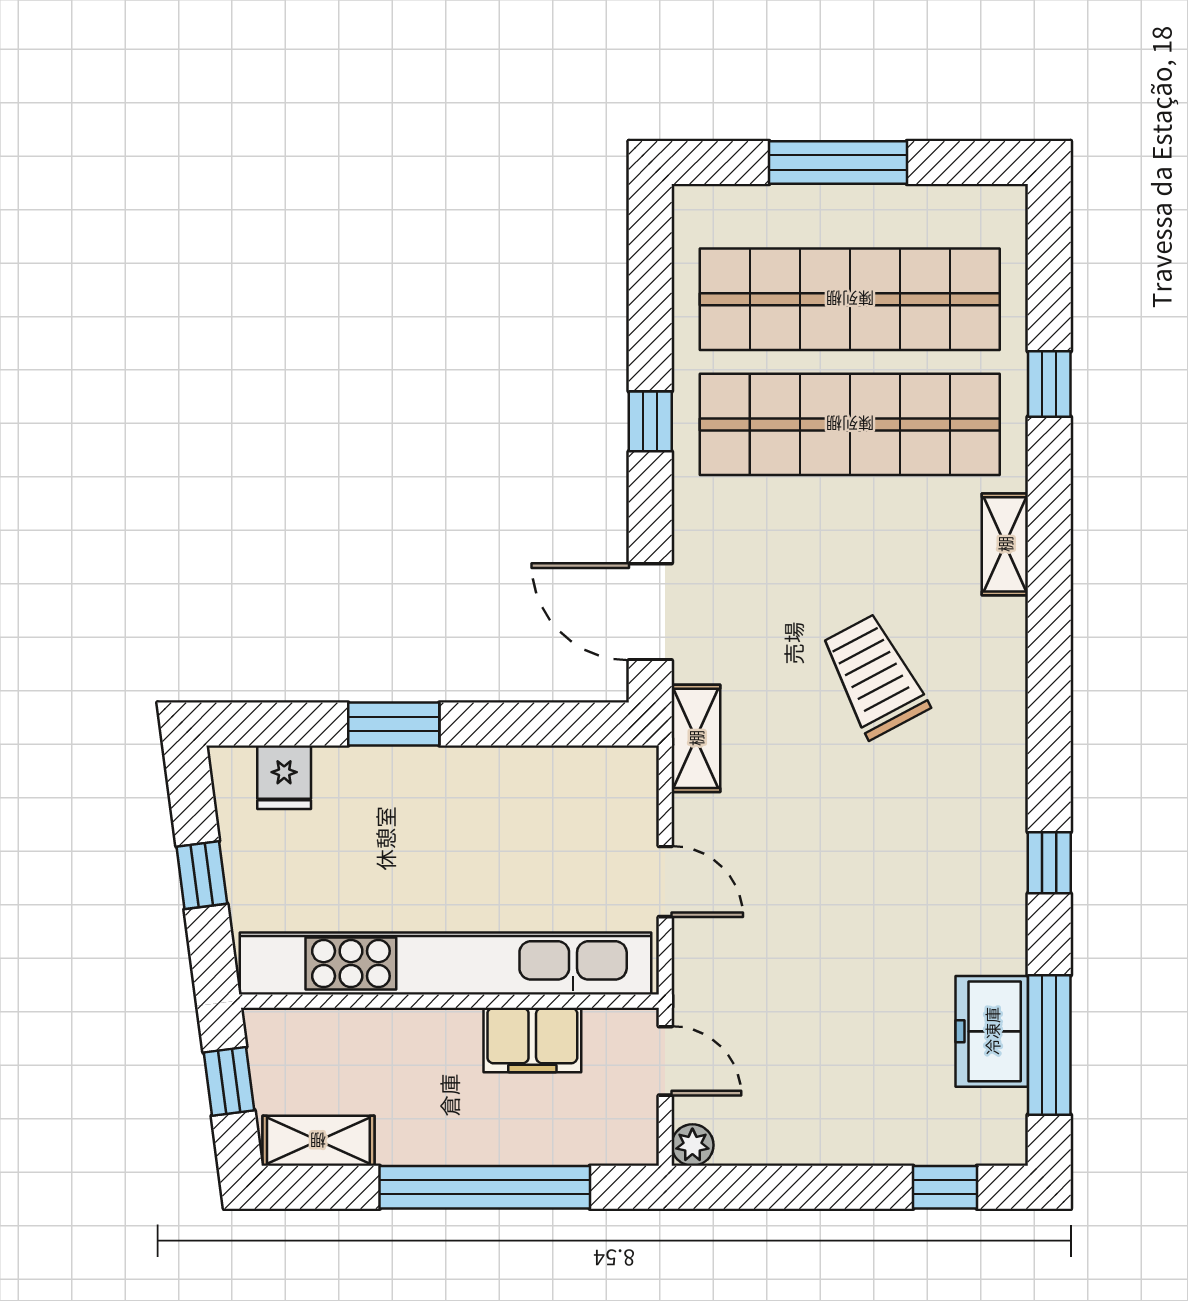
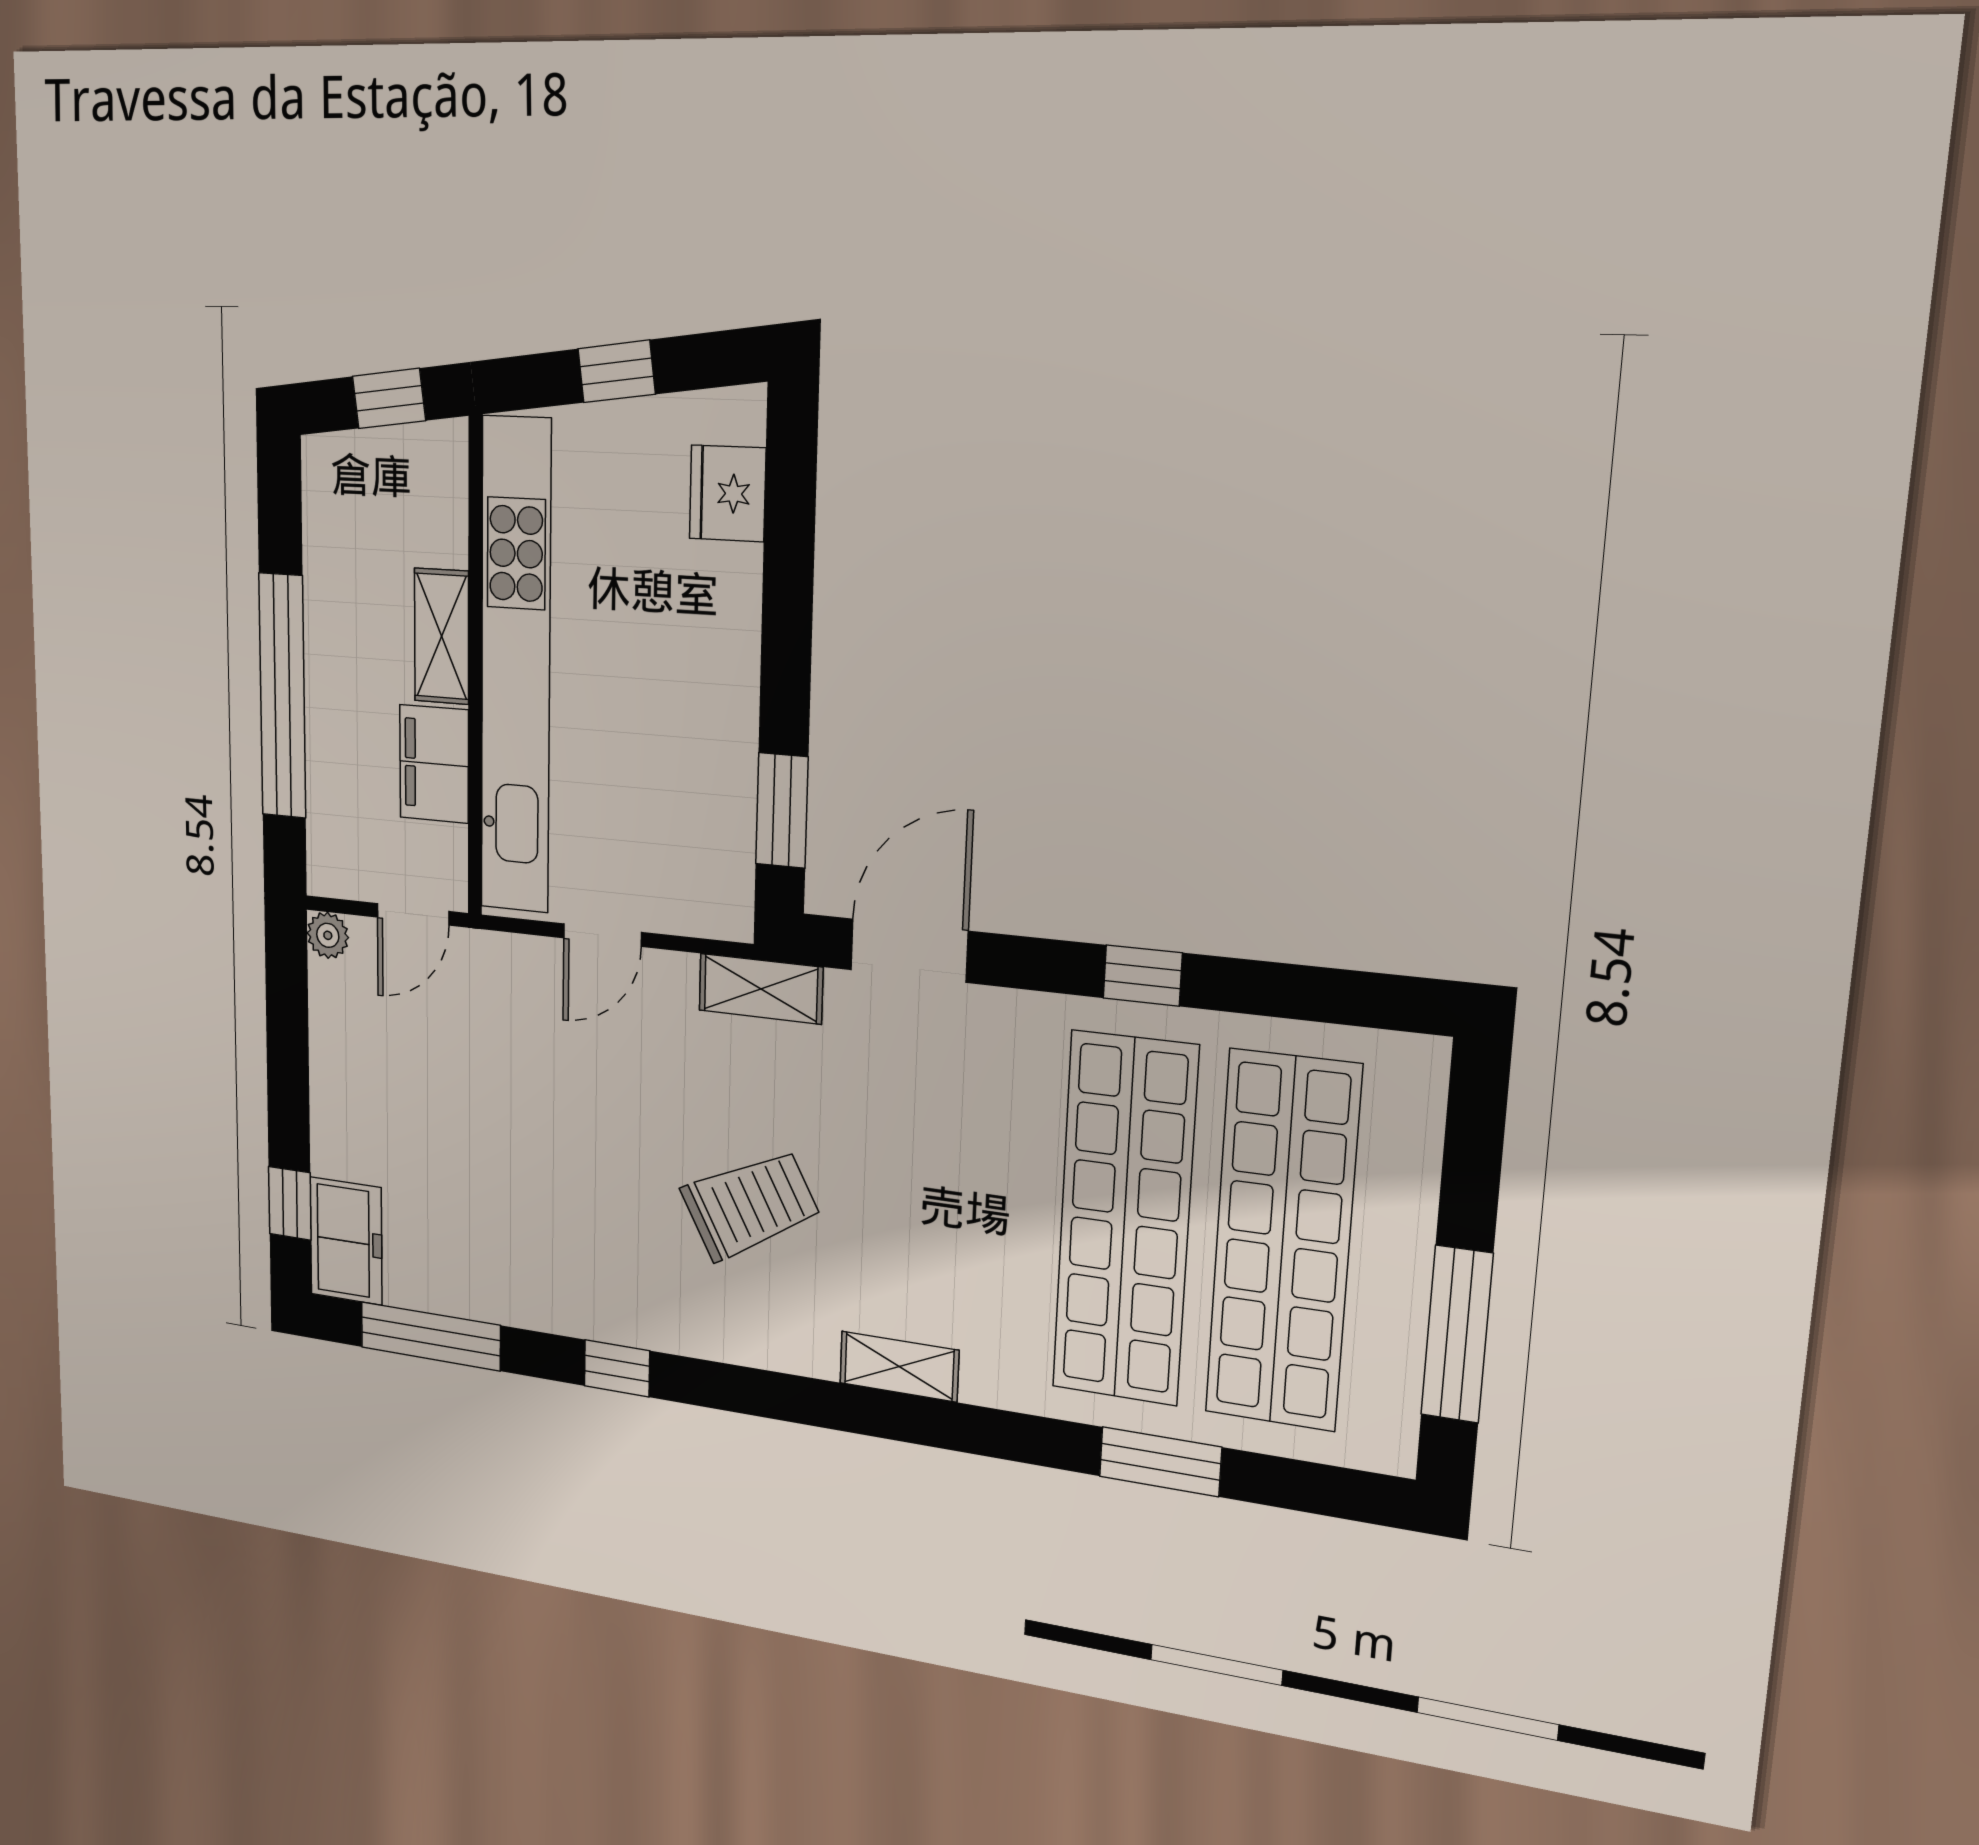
window: (838, 162) -> (1457, 1334), moved
window: (1049, 384) -> (1160, 1462), width x1.50
shelving: (1005, 544) -> (899, 1367), moved
trolley: (874, 676) -> (750, 1205), moved
window: (394, 724) -> (782, 810), moved
fridge: (284, 777) -> (728, 493), width x1.38
freezer: (992, 1031) -> (346, 1241), moved, turned 90
shelving: (318, 1141) -> (442, 636), moved

